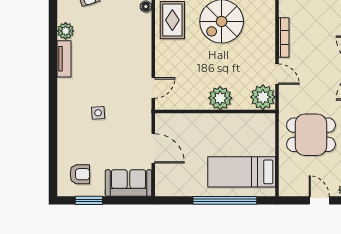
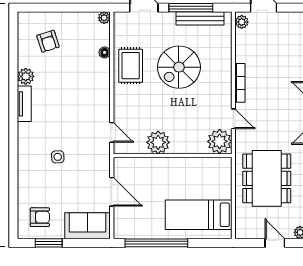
door: (153, 88) -> (112, 132), hinge flipped
plant: (220, 98) -> (158, 142), moved
dining table: (311, 135) -> (267, 178), width x1.38
window: (225, 200) -> (156, 243), moved

